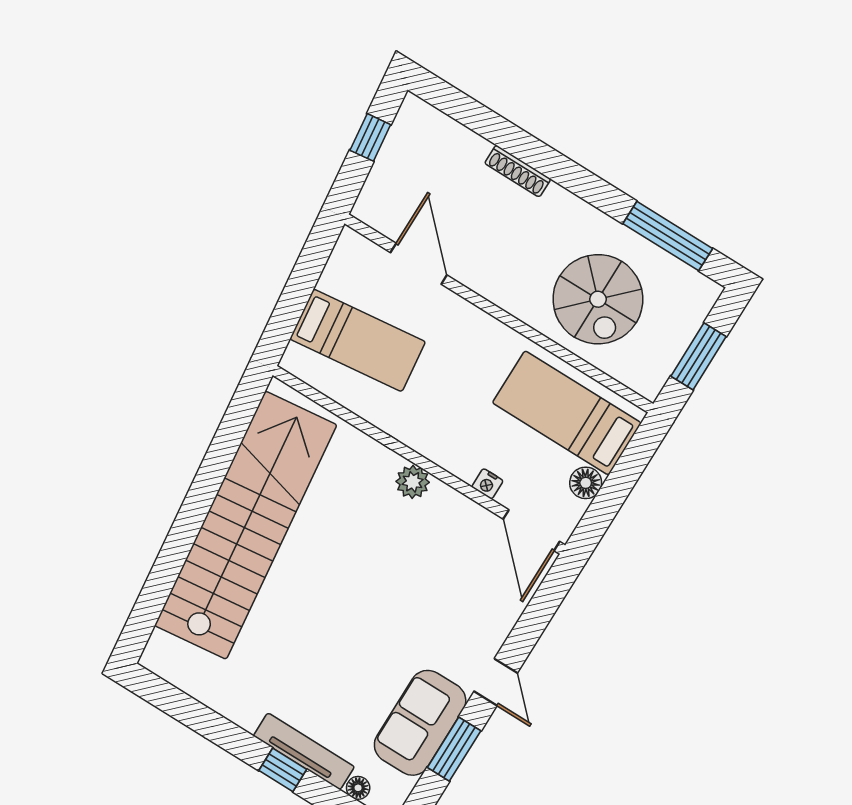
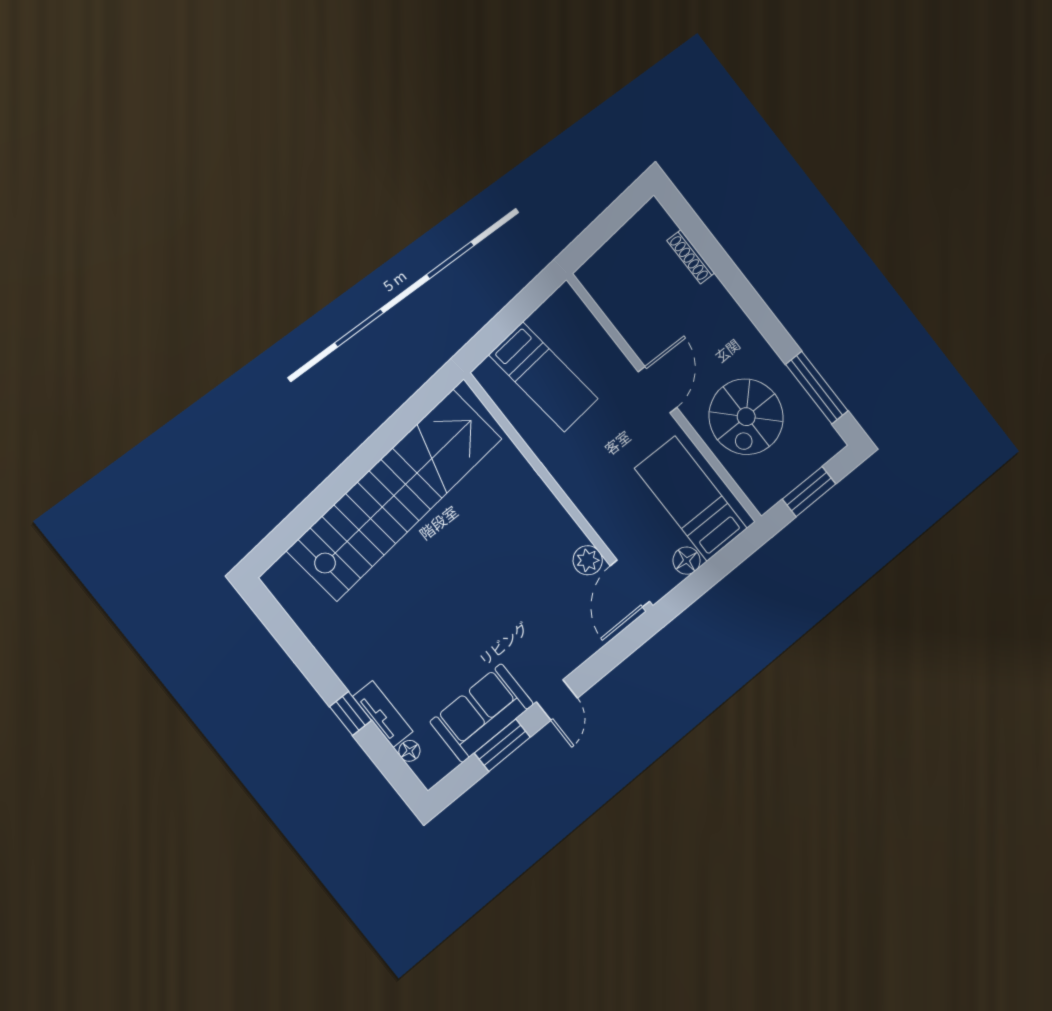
window: (370, 137) -> (611, 220), removed
shoe rack: (518, 171) -> (691, 257), moved
door: (419, 264) -> (657, 390), moved
plant: (413, 482) -> (588, 560), moved
nightstand: (487, 484) -> (607, 532), removed
tv unit: (304, 751) -> (383, 714), width x0.71

